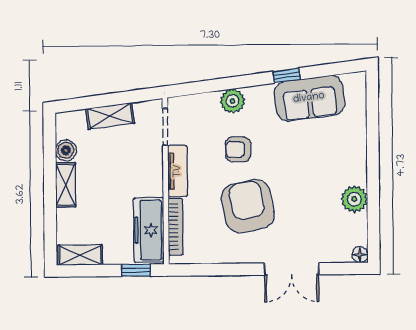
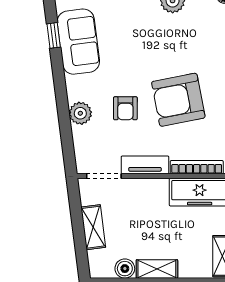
window: (286, 75) -> (54, 35), moved

